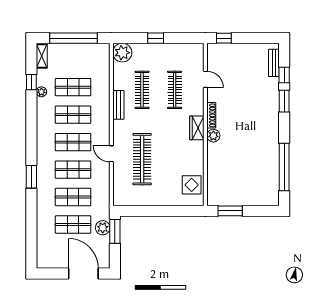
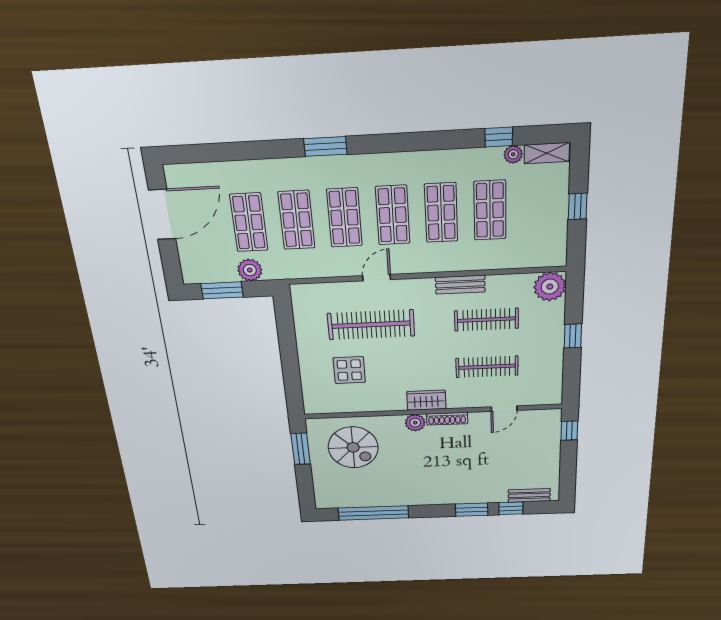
window: (73, 38) -> (578, 206), width x0.32
plant: (41, 92) -> (513, 154), moved
spiral stairs: (230, 177) -> (353, 447), added
display table: (192, 185) -> (349, 370), moved
window: (115, 231) -> (222, 290), moved
door: (83, 274) -> (162, 215), moved

